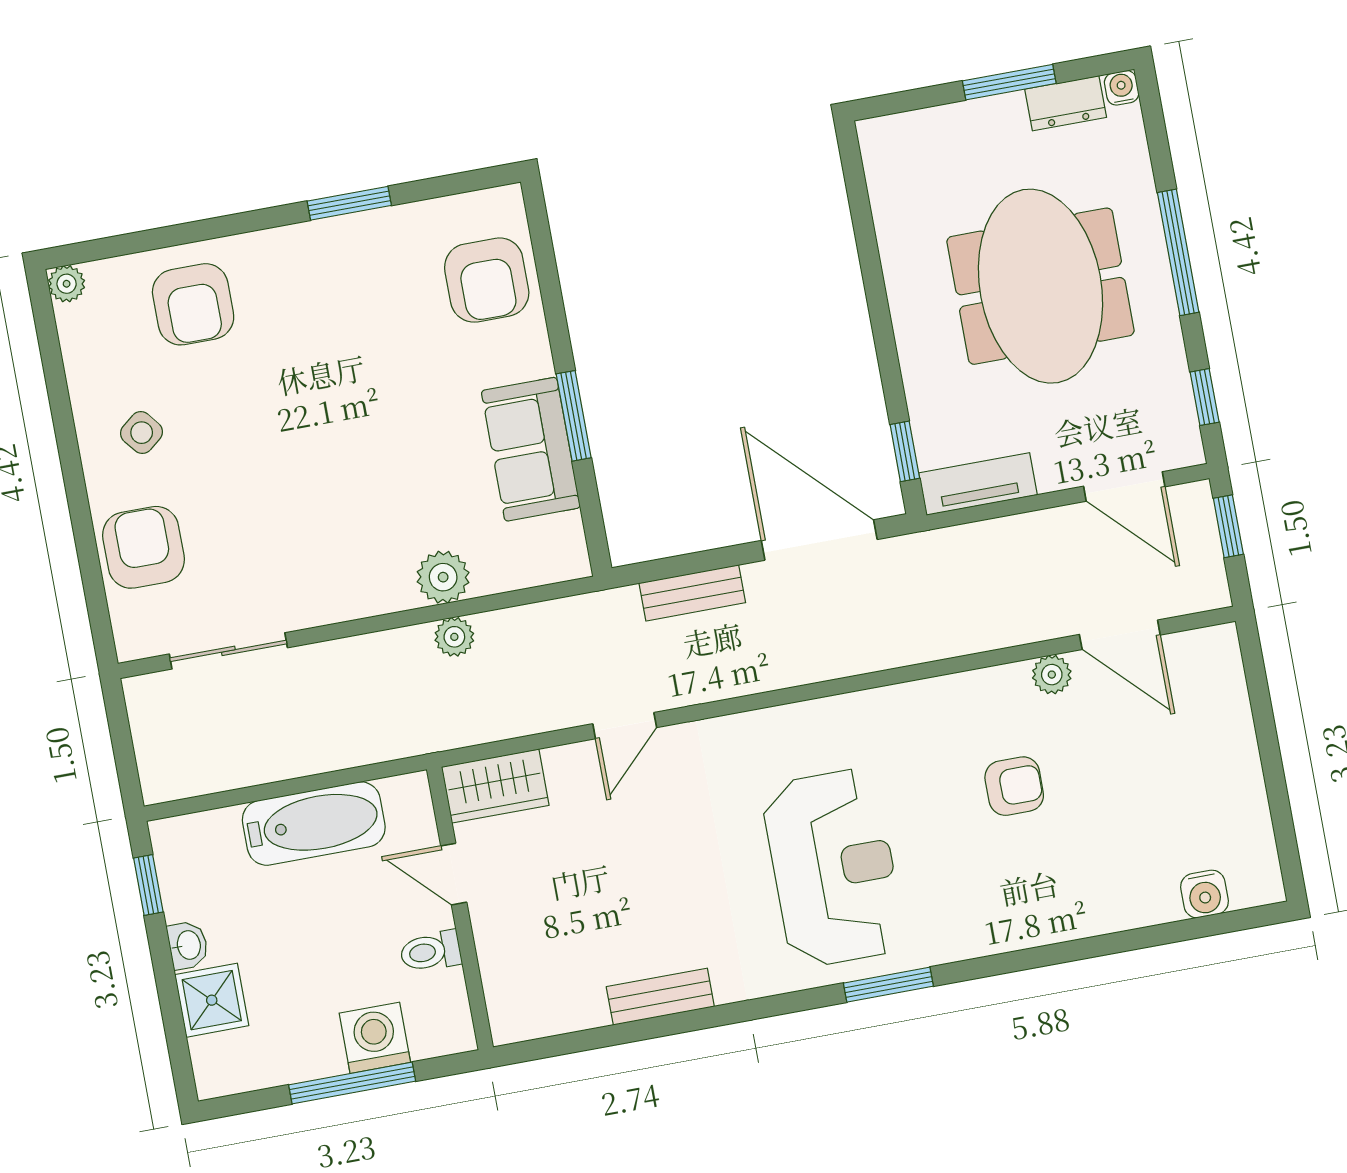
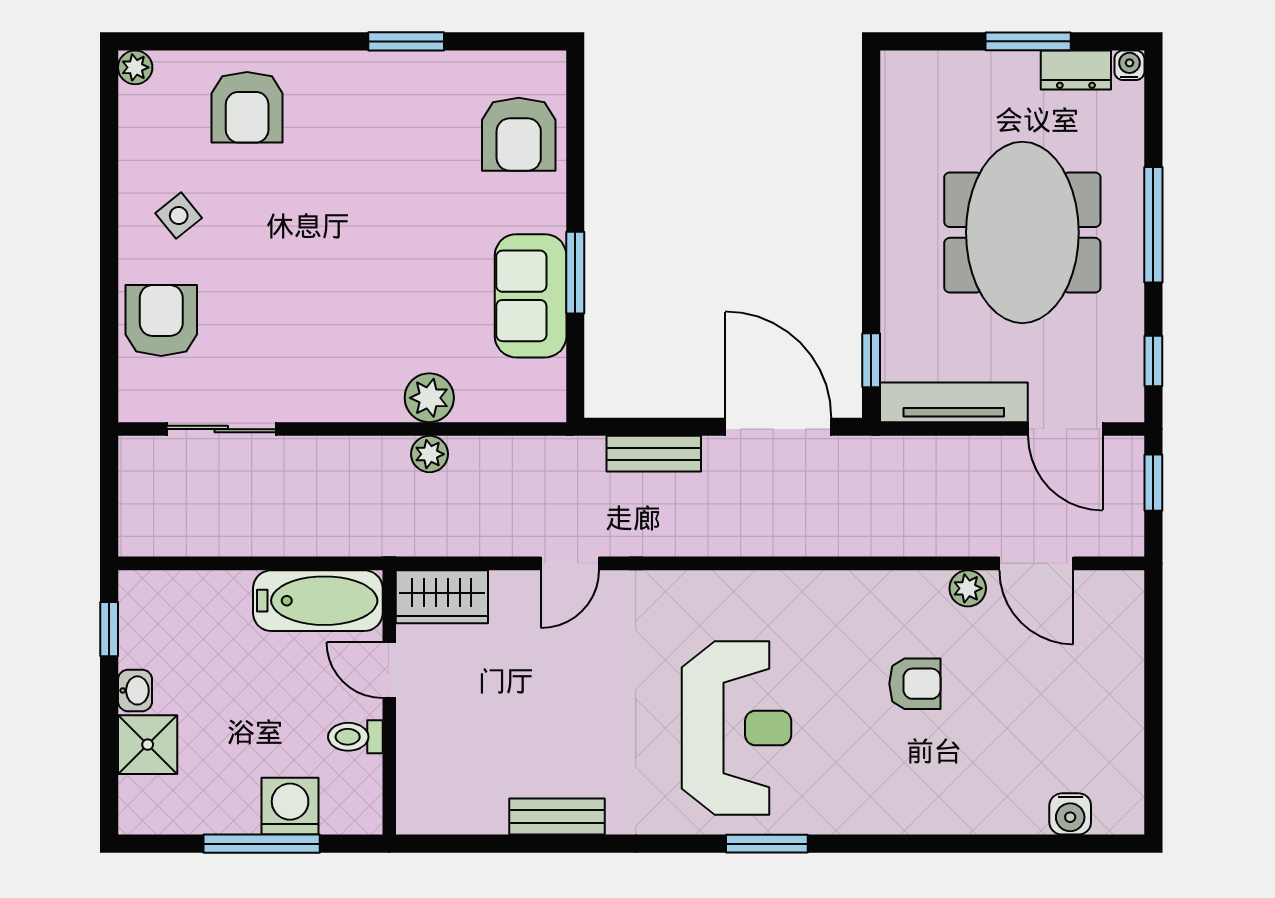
tv unit: (978, 484) -> (954, 402), width x1.41
bathtub: (314, 824) -> (318, 601), moved

